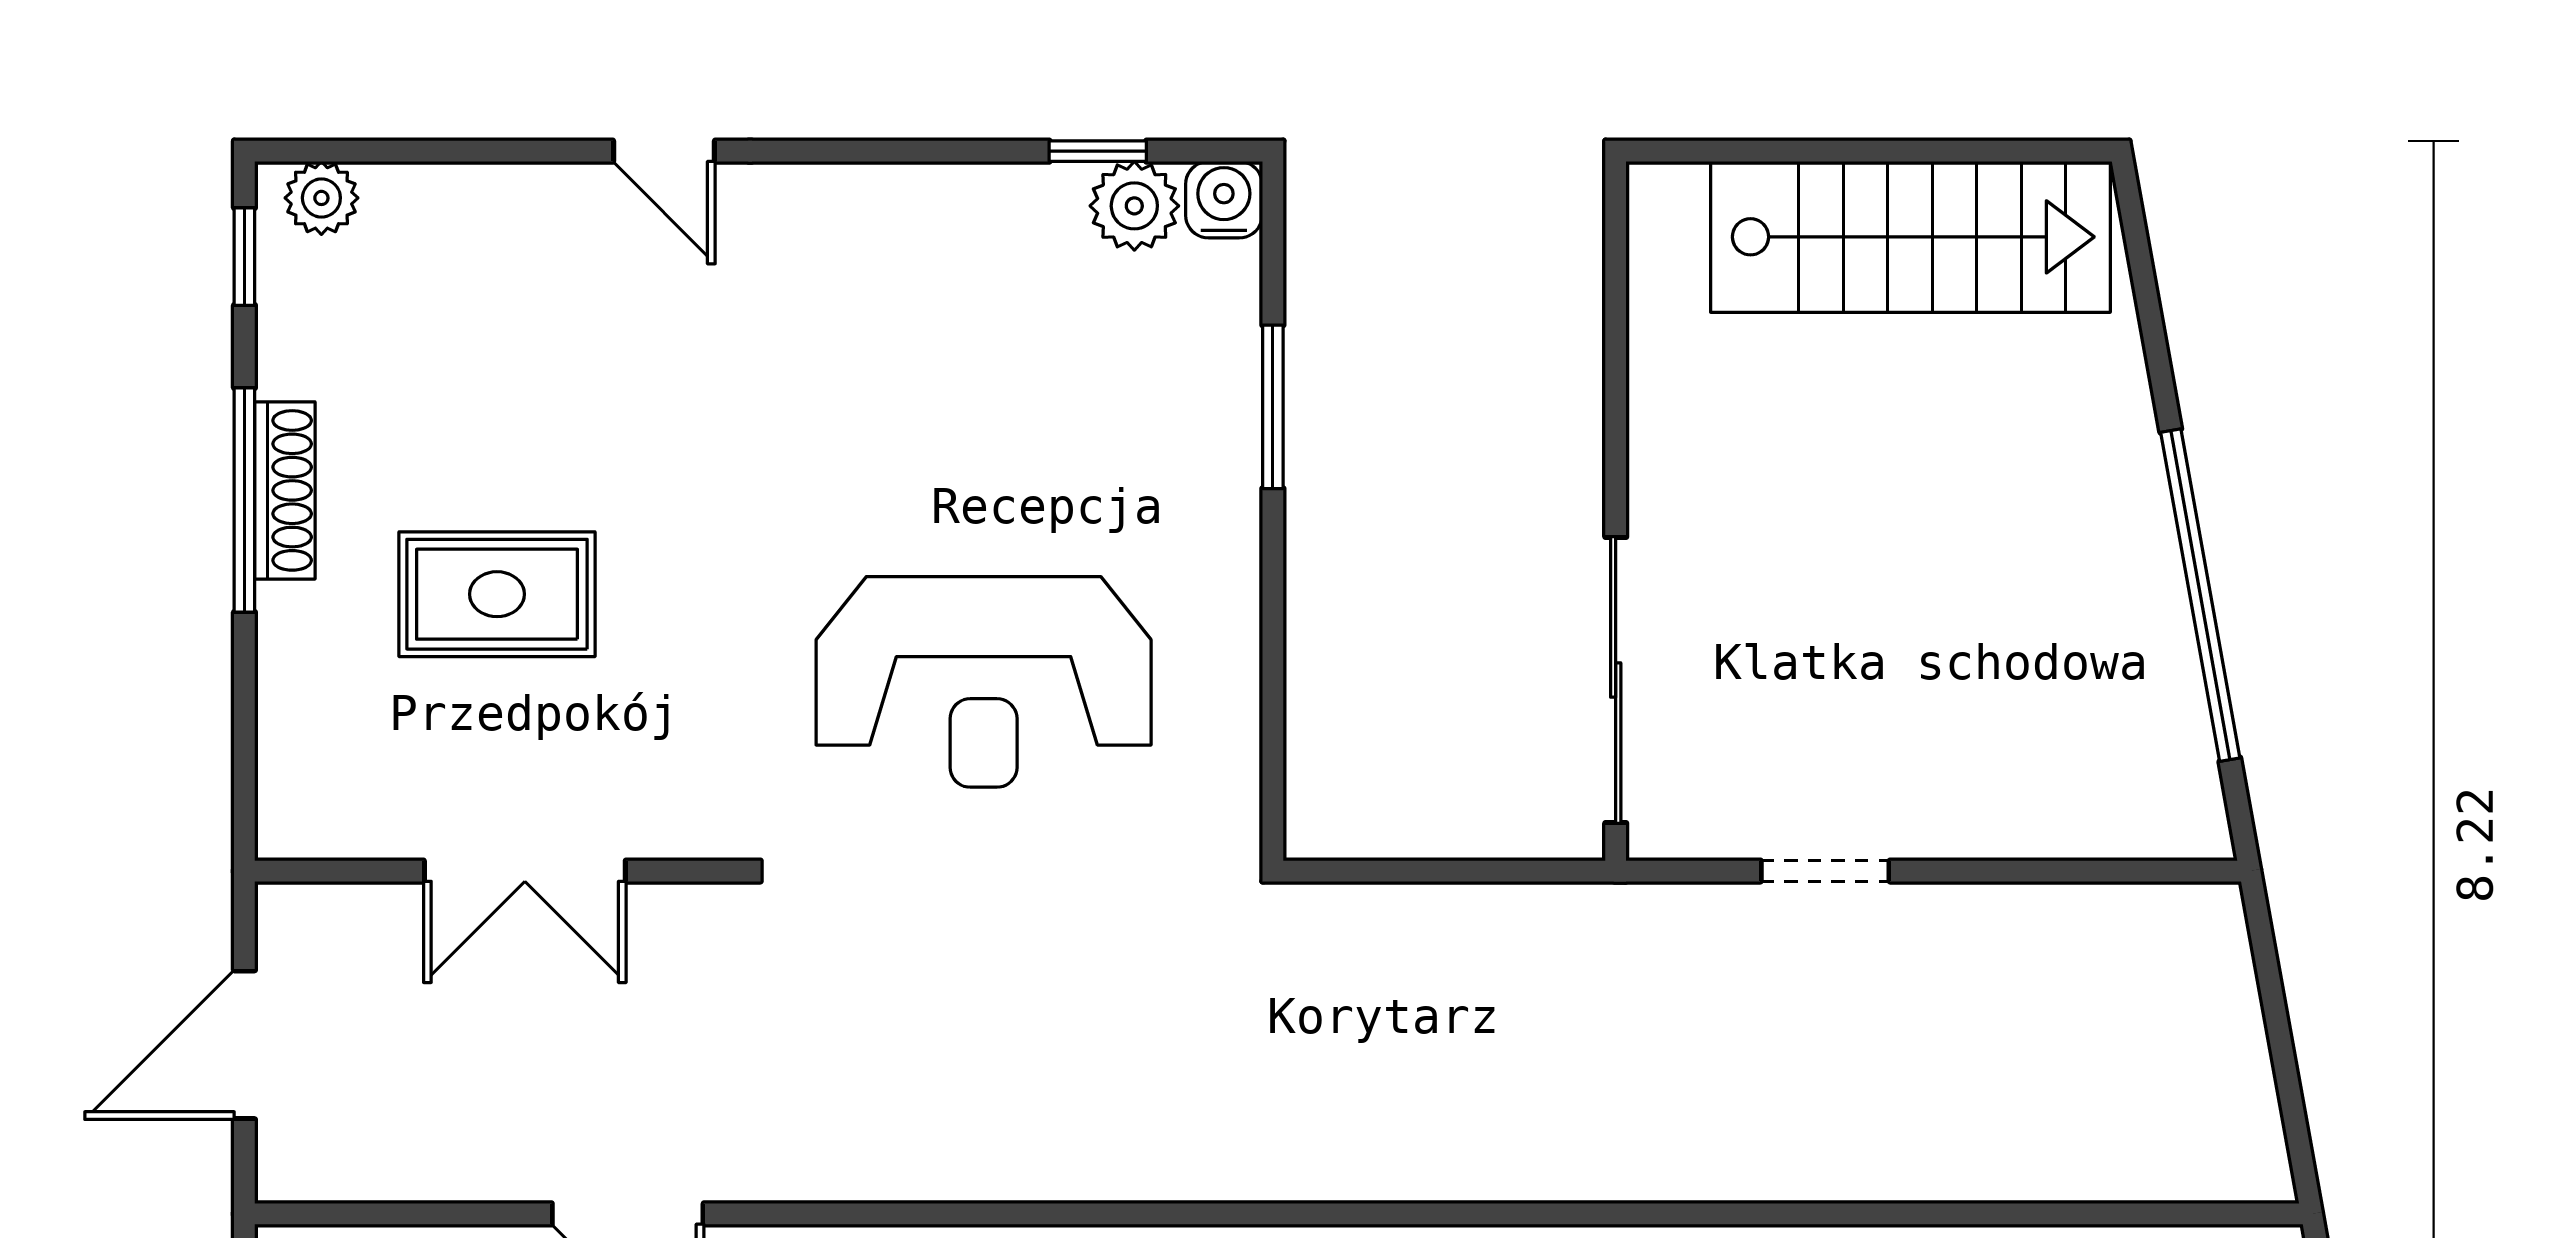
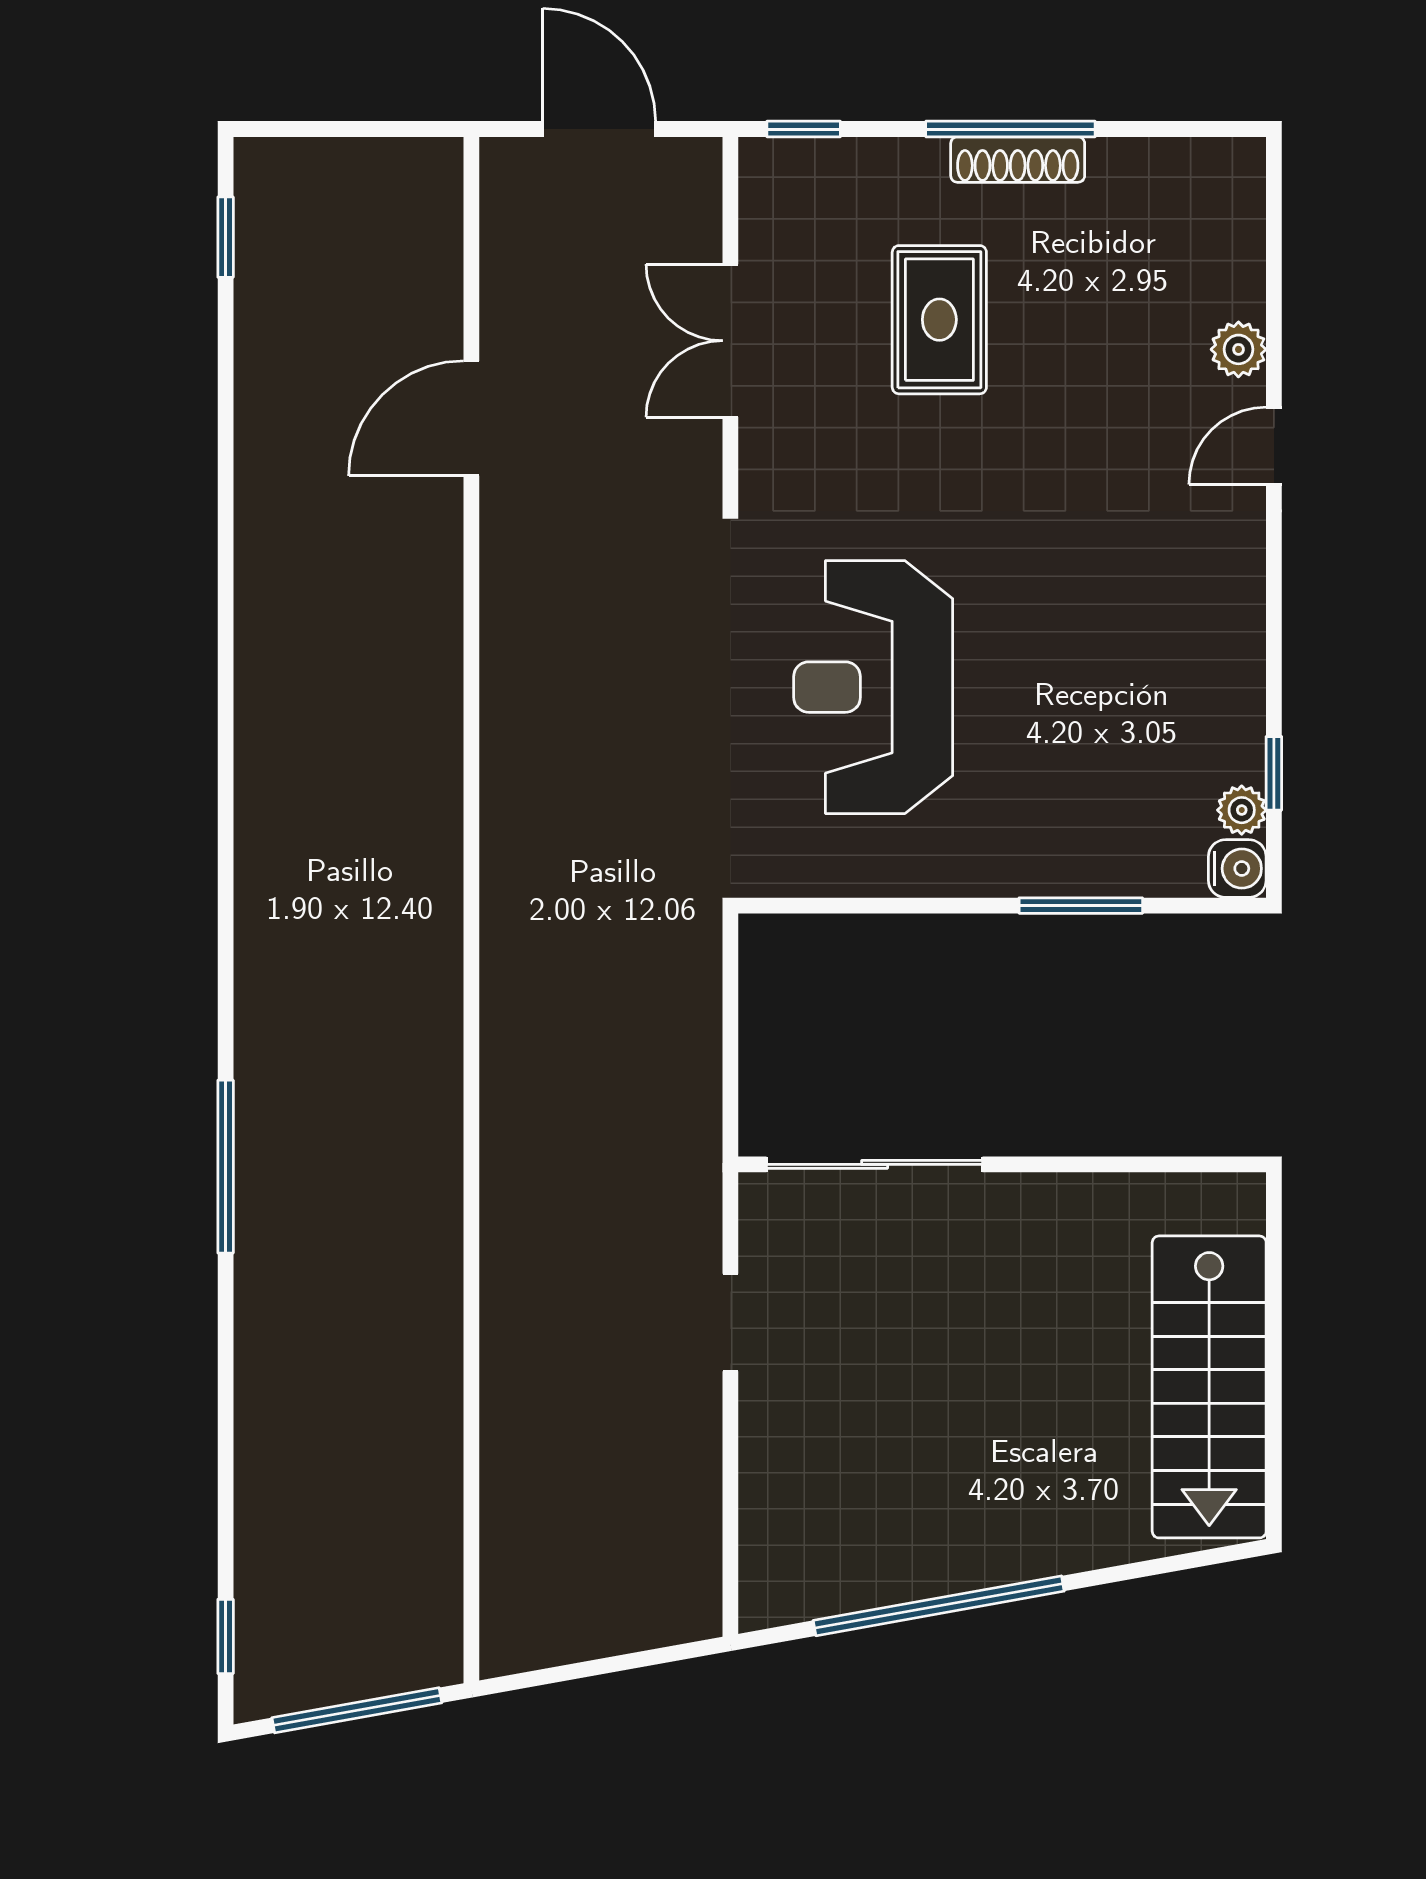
plant: (321, 198) -> (1238, 349), moved
plant: (1134, 206) -> (1242, 810), width x0.73, depth x0.73
window: (244, 257) -> (804, 129), moved

